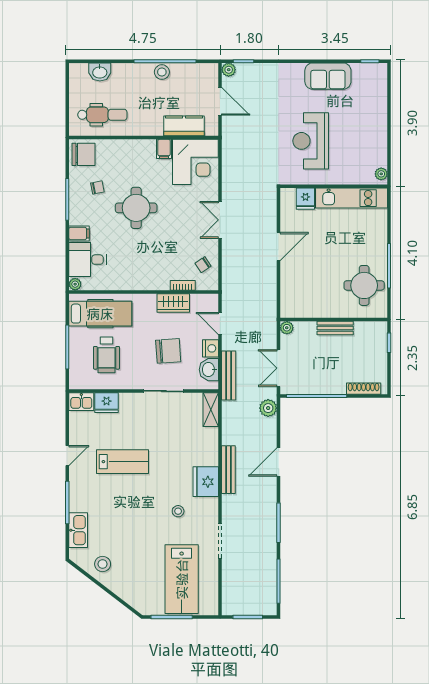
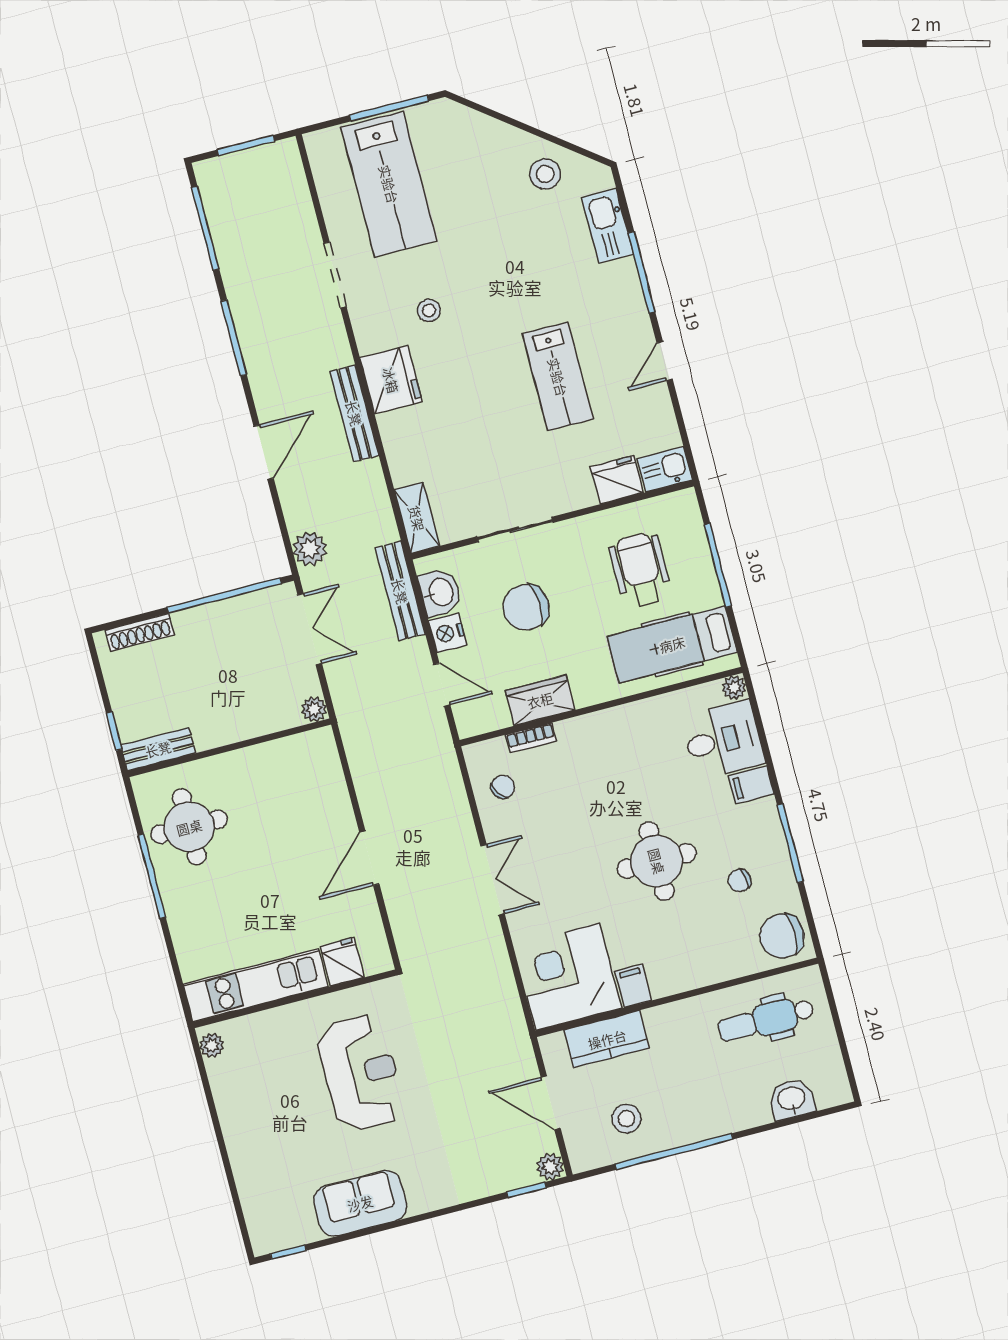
stool: (162, 72) -> (626, 1119), moved
bench: (335, 328) -> (158, 749), moved
lab bench: (123, 462) -> (558, 377), turned -90
lab bench: (182, 579) -> (389, 184), turned 180

